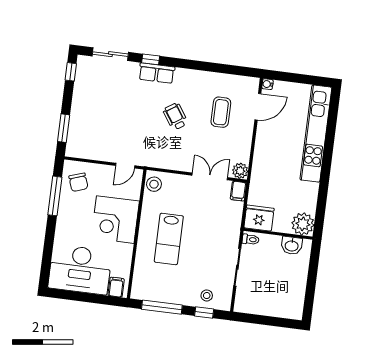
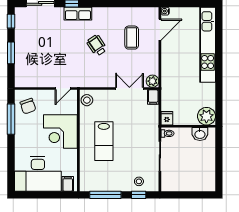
window: (64, 128) -> (11, 53), moved
fridge: (259, 218) -> (167, 118), width x0.53, depth x0.75

